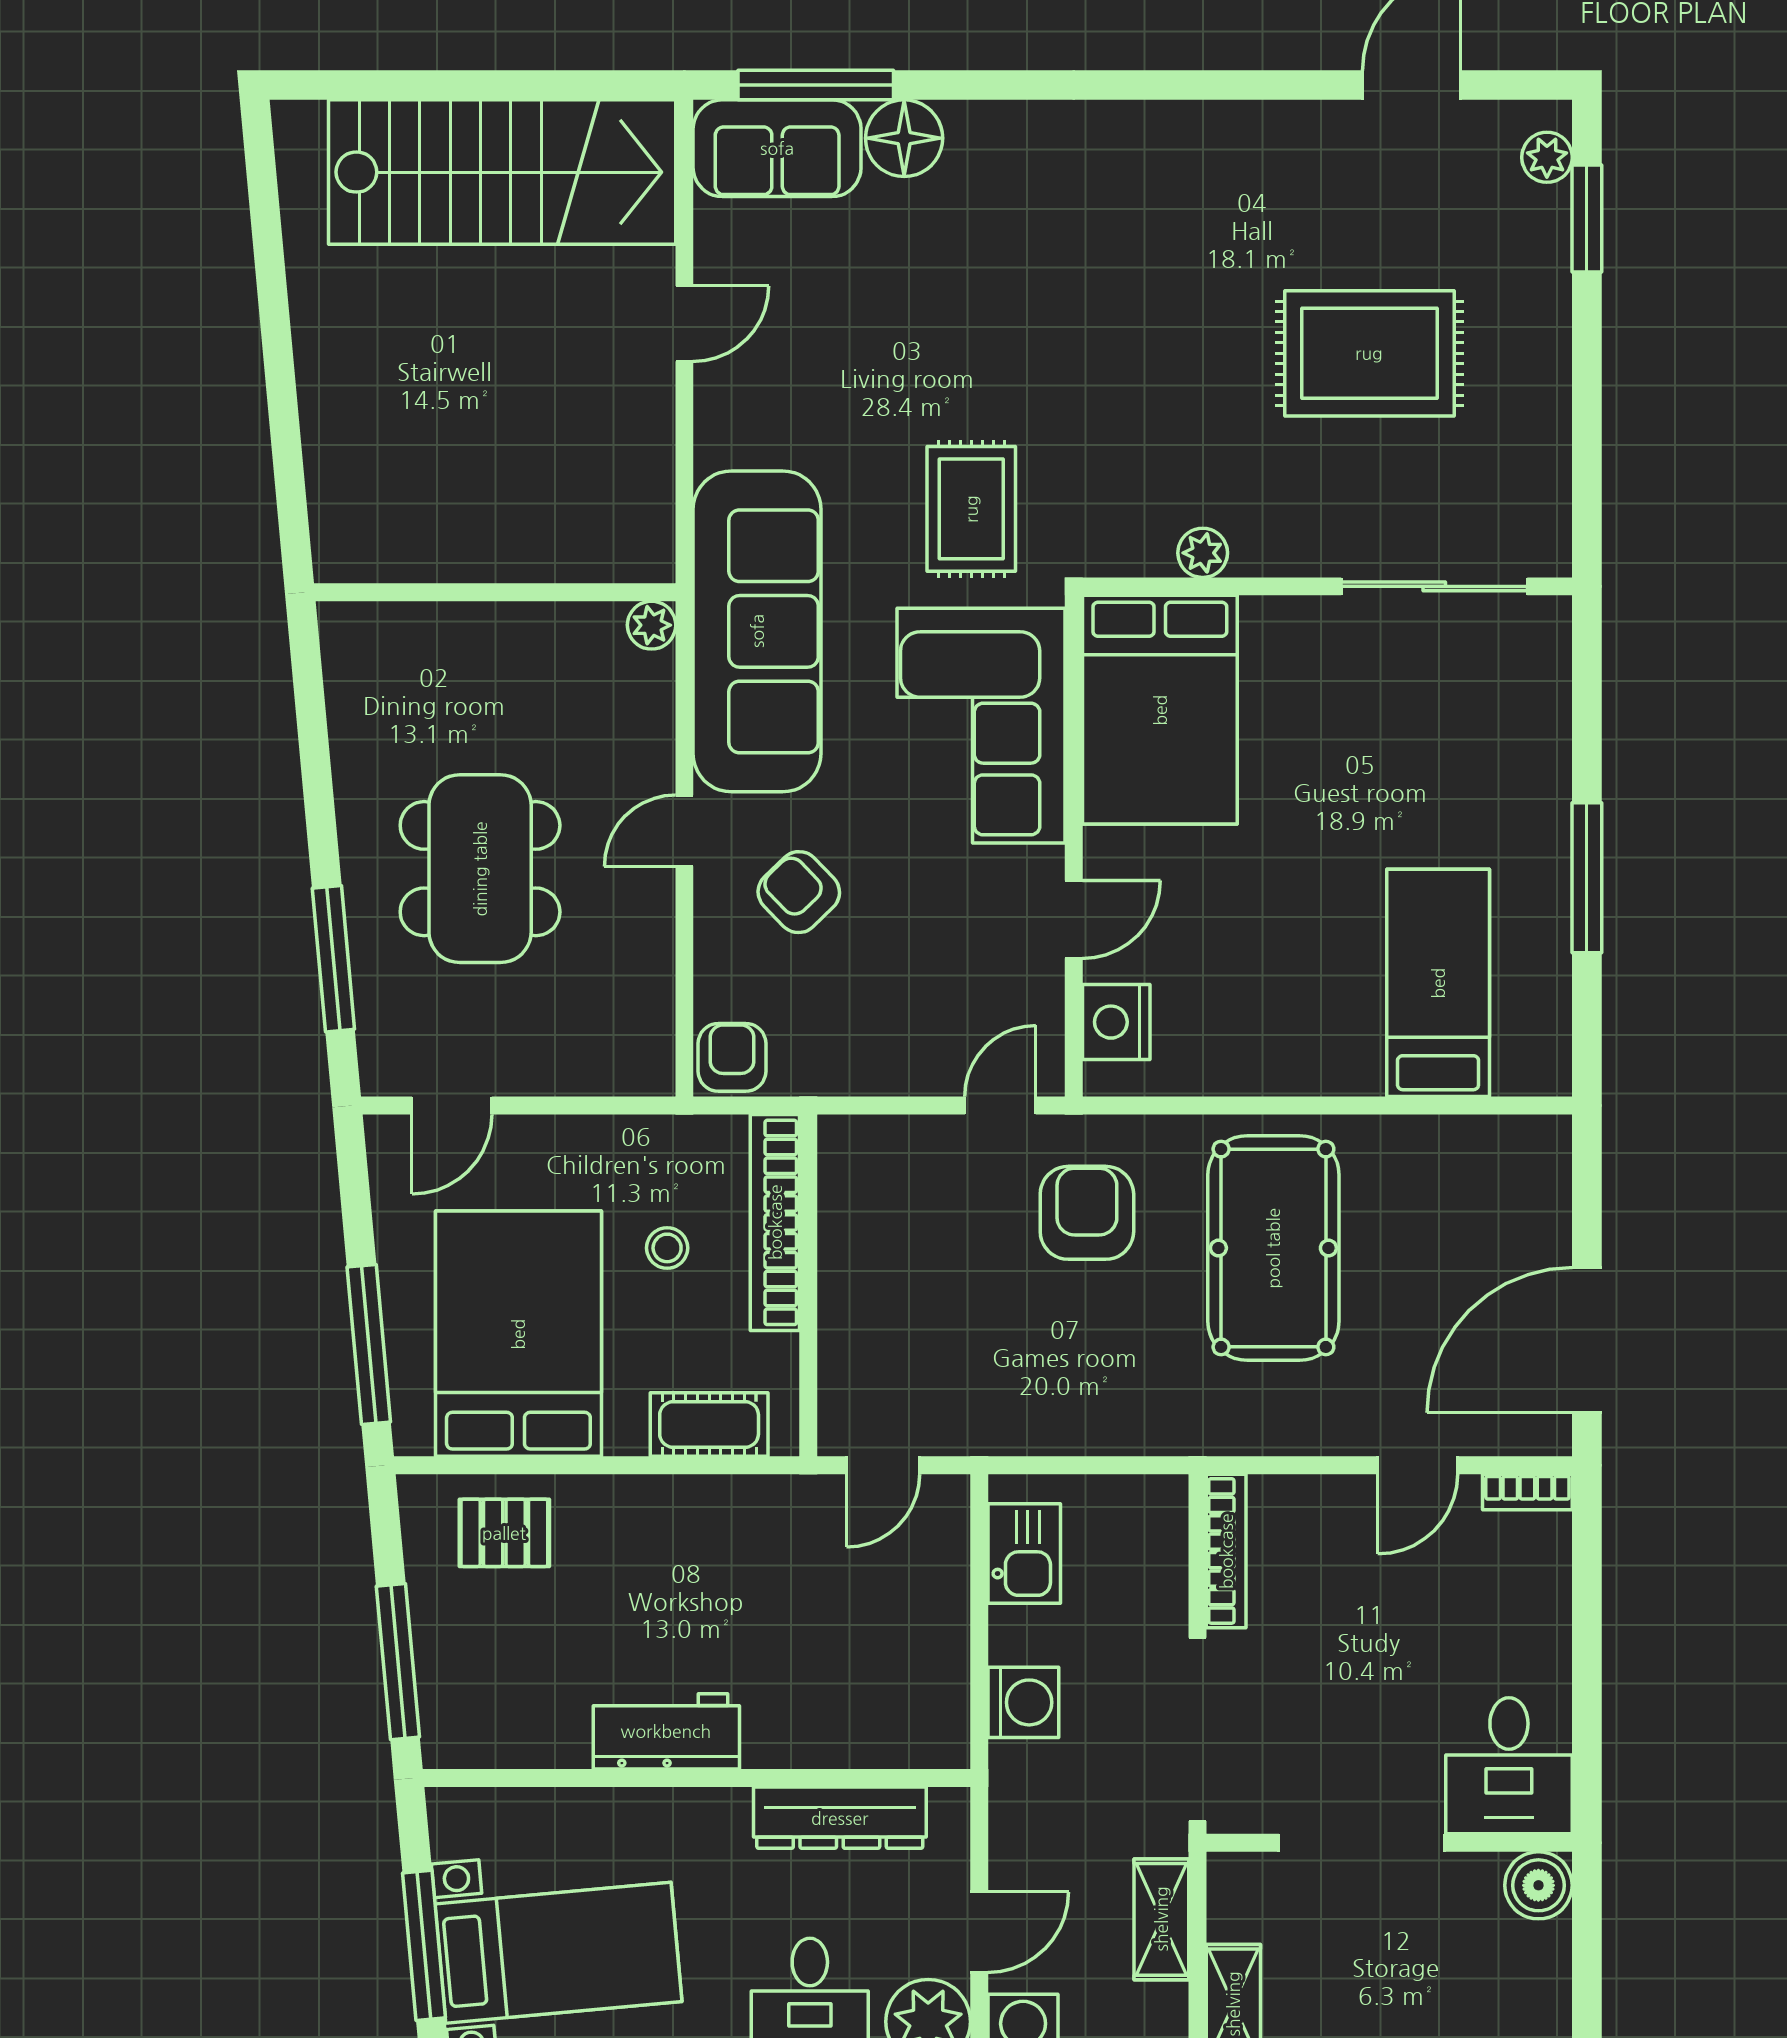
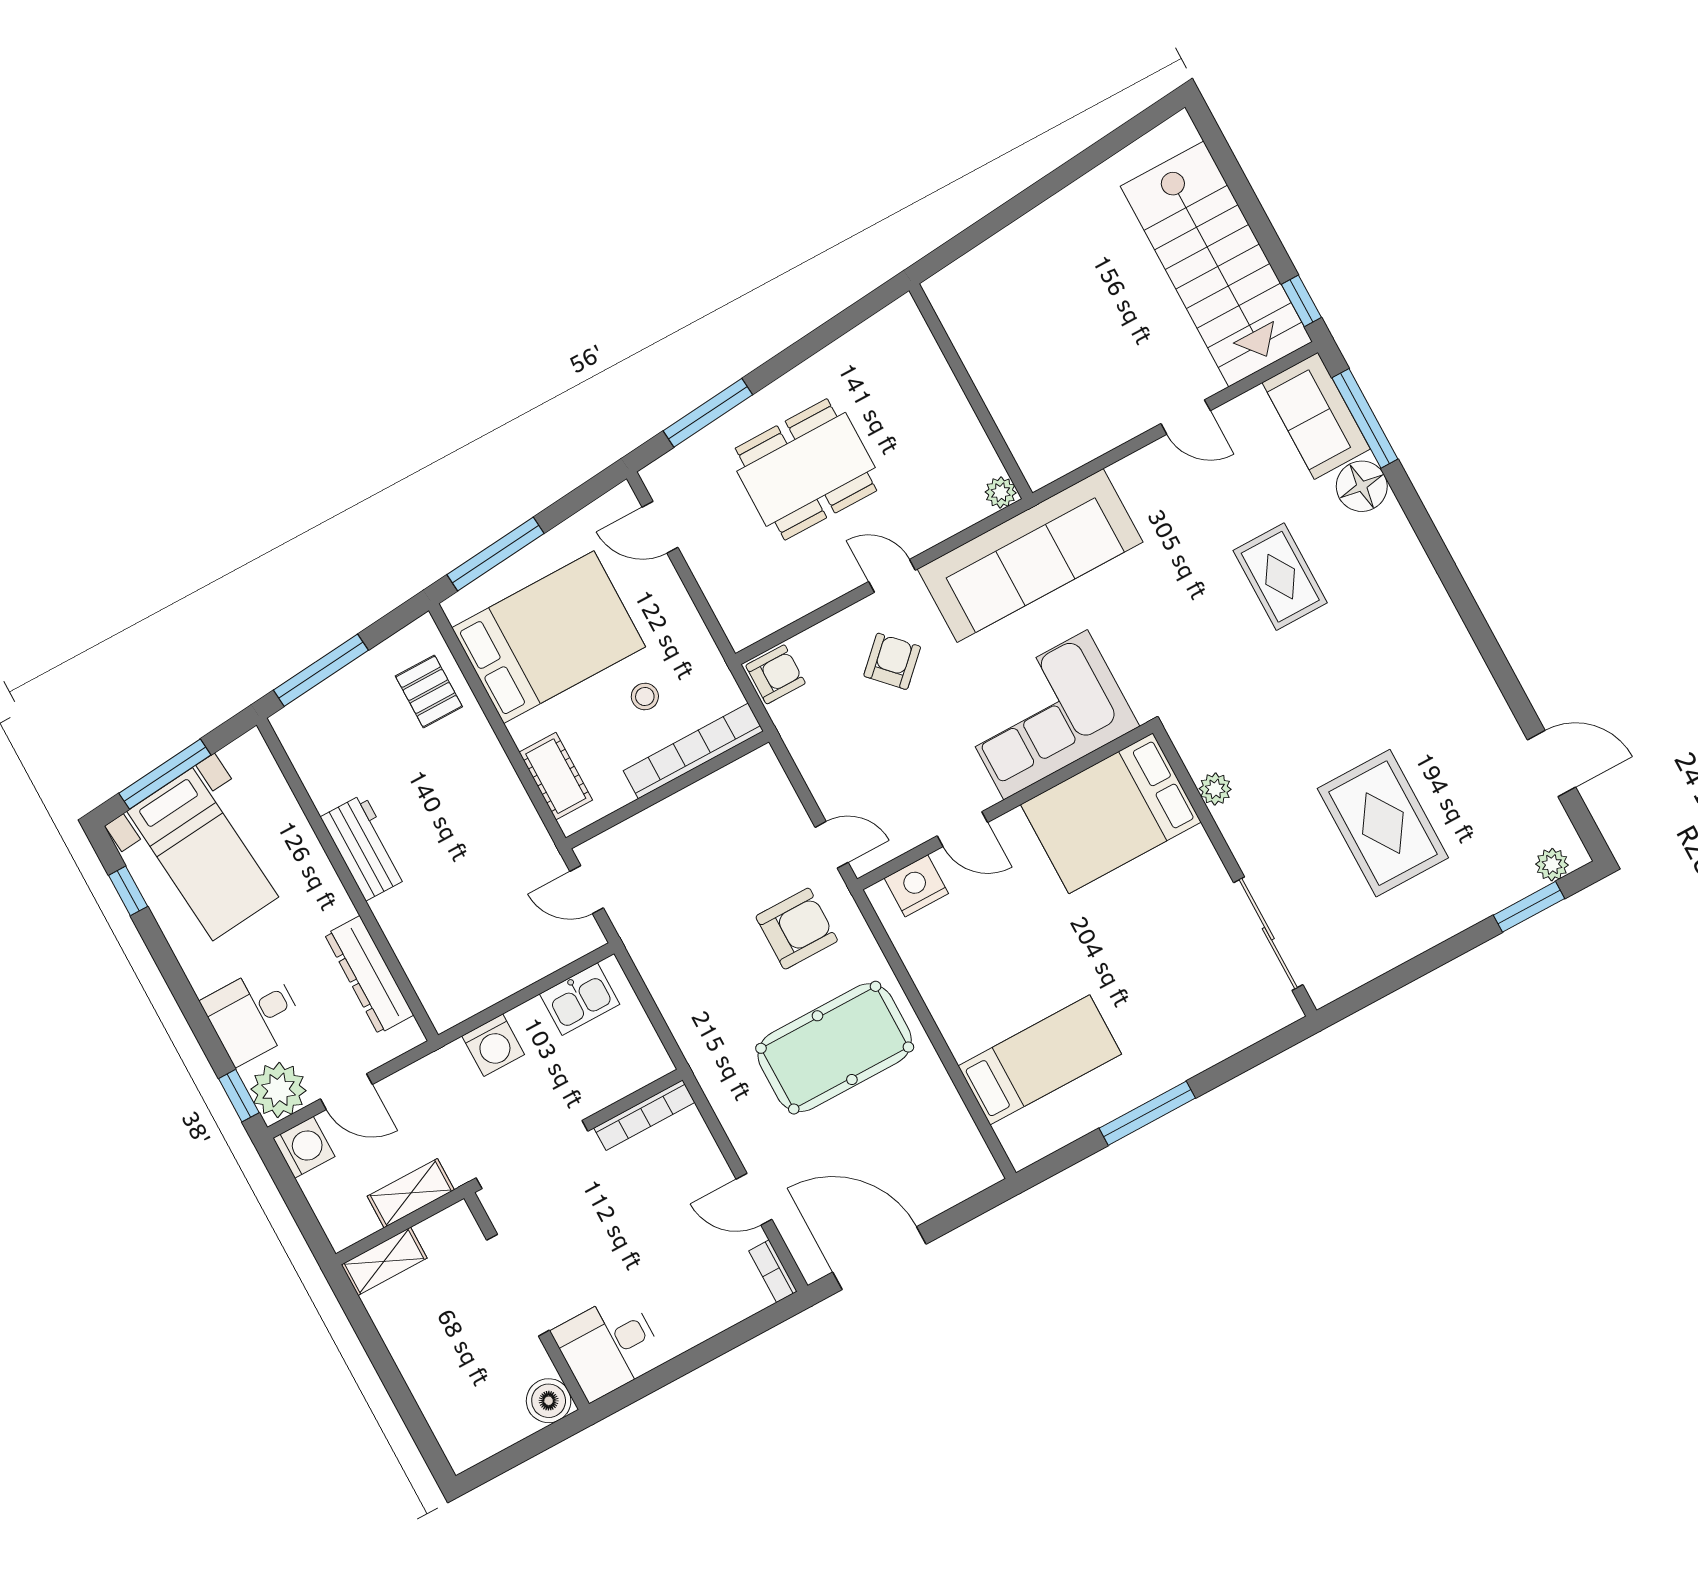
window: (613, 85) -> (1301, 301), added
rug: (971, 509) -> (1280, 577), moved, turned 90

